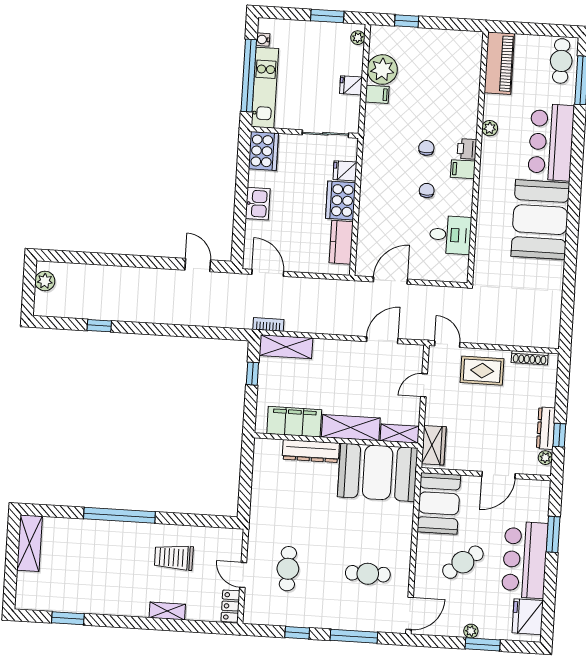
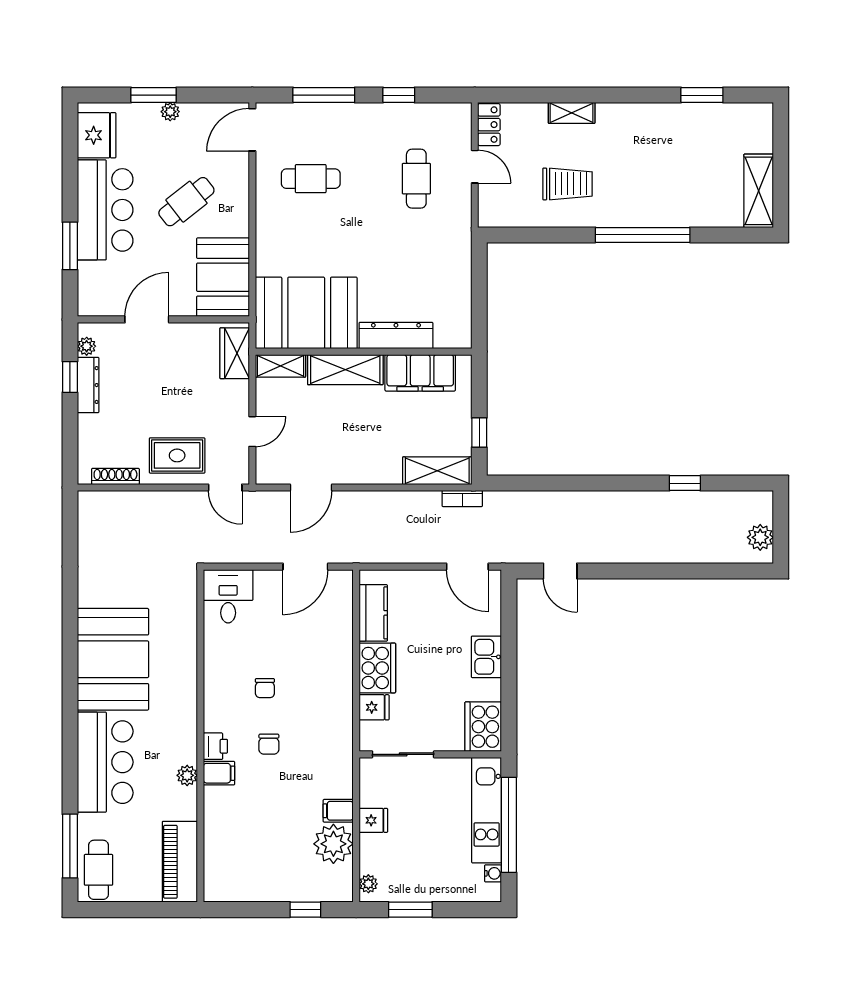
filing cabinet: (463, 169) -> (219, 773), moved
desk: (450, 235) -> (228, 596), moved, turned 90

